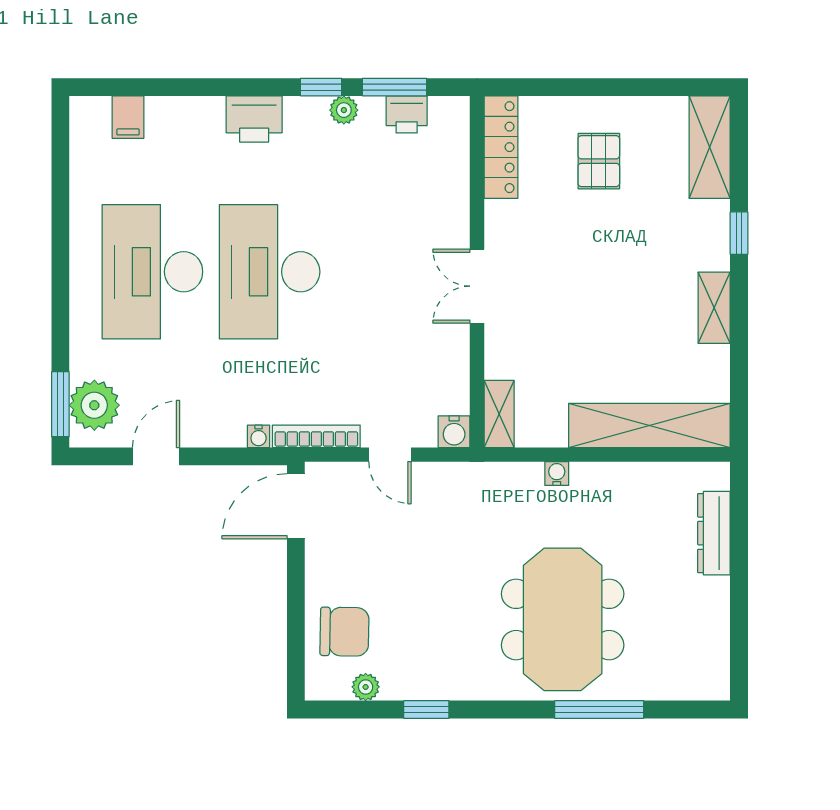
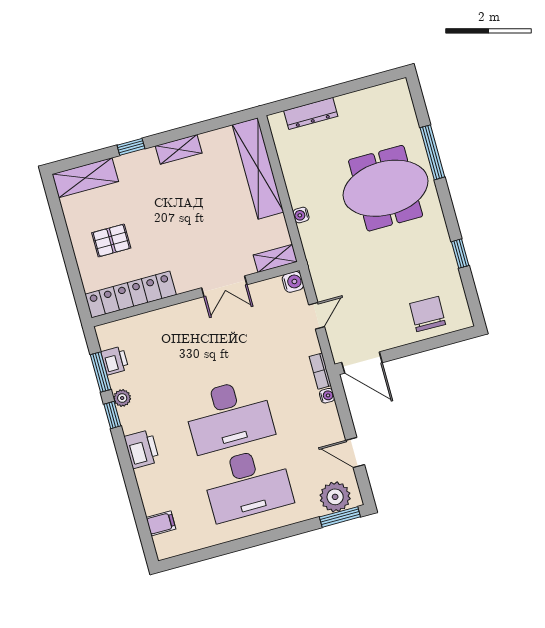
locker: (501, 147) -> (131, 295), width x1.41, depth x1.21
double door: (477, 286) -> (224, 286), moved
bookcase: (316, 436) -> (320, 371), width x0.64
plant: (366, 687) -> (457, 293), removed

